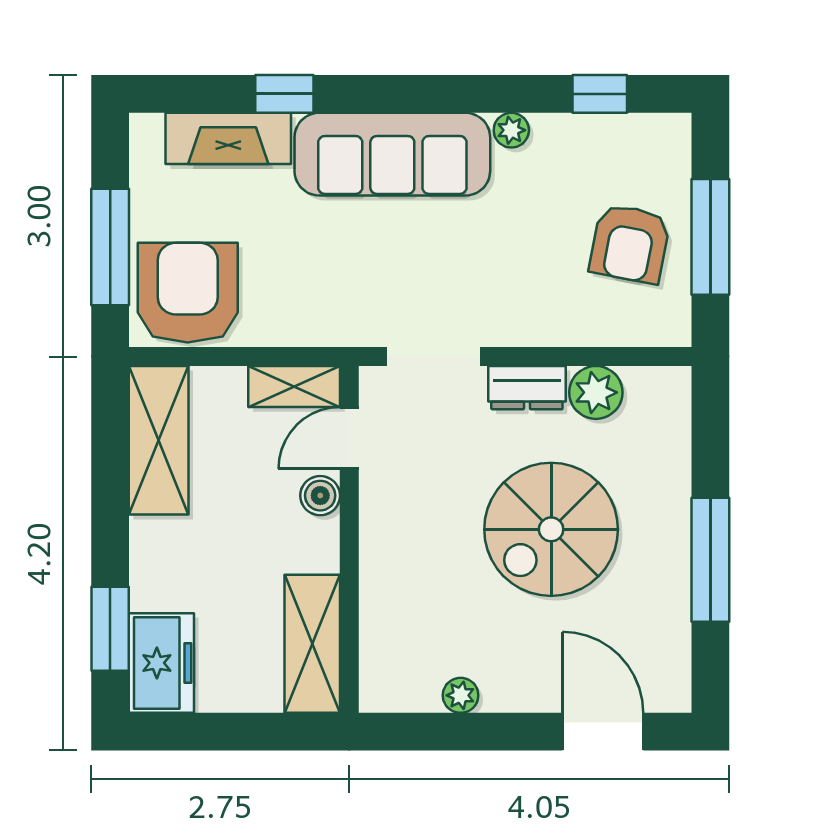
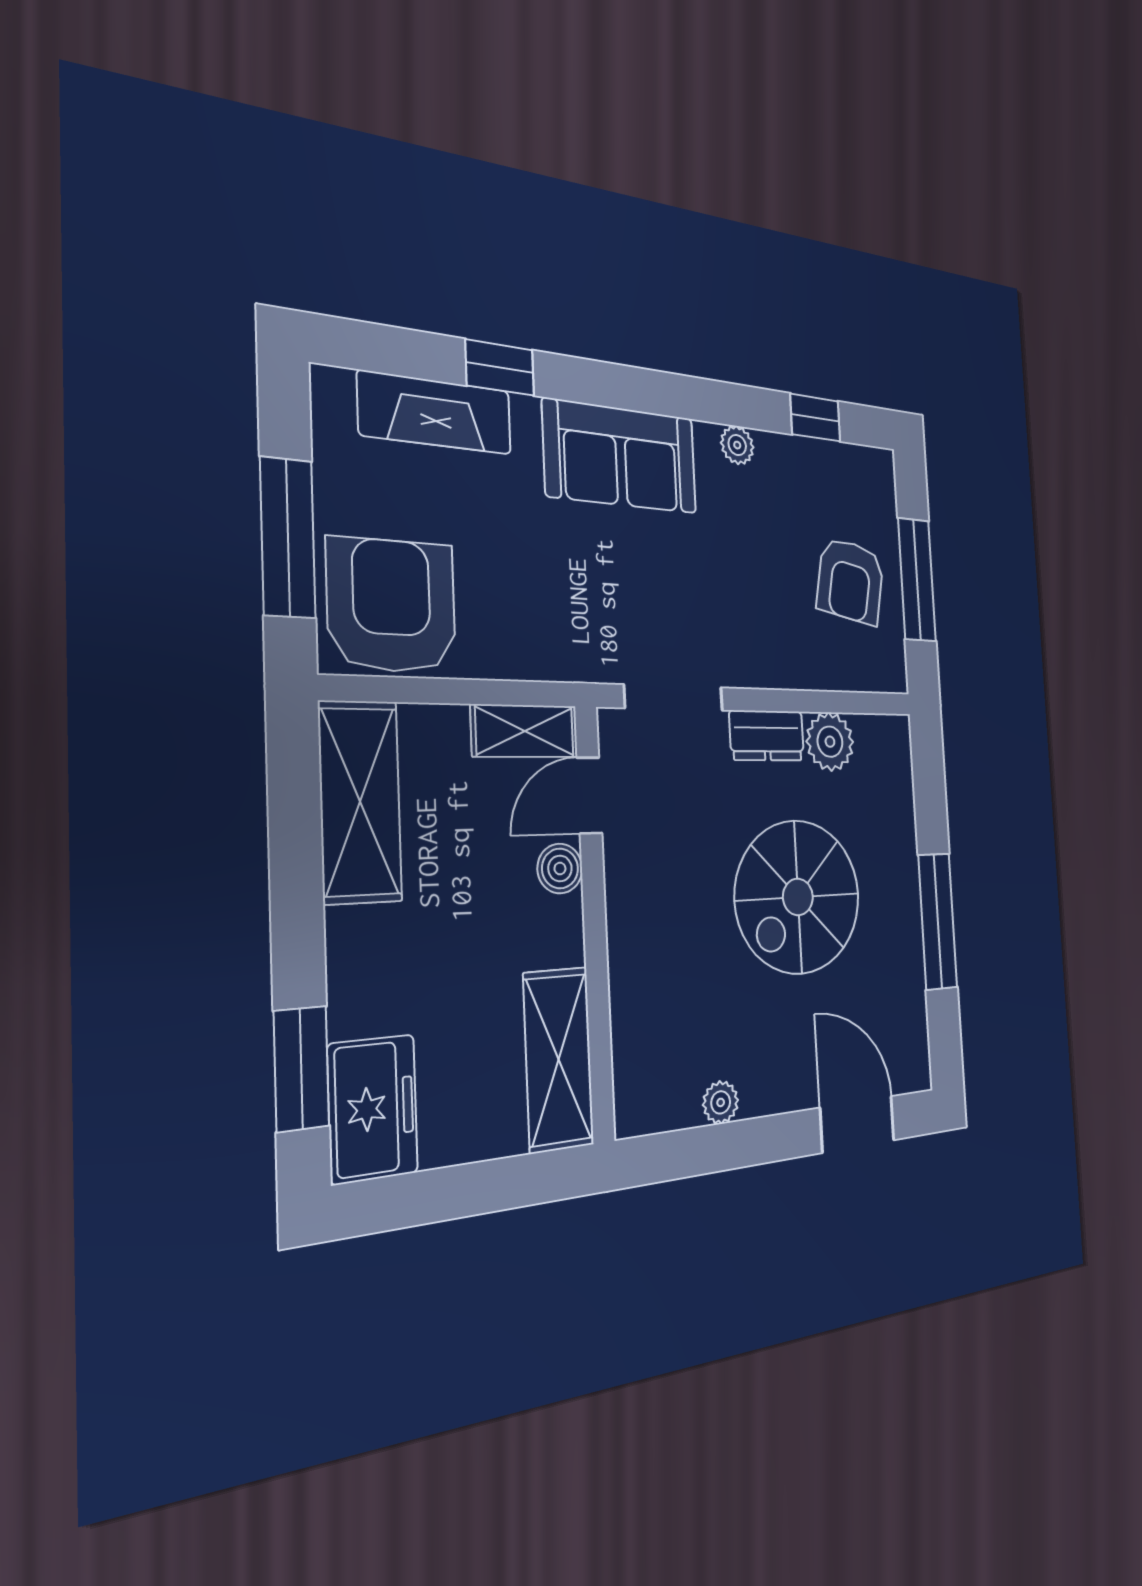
sofa: (392, 154) -> (621, 457), width x0.73

